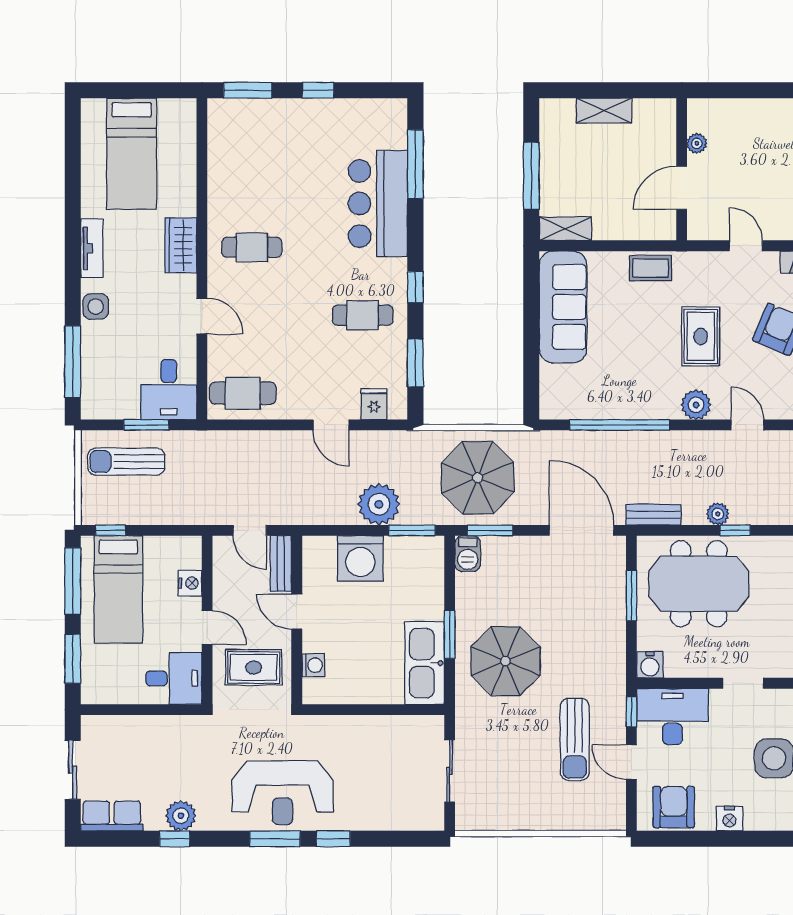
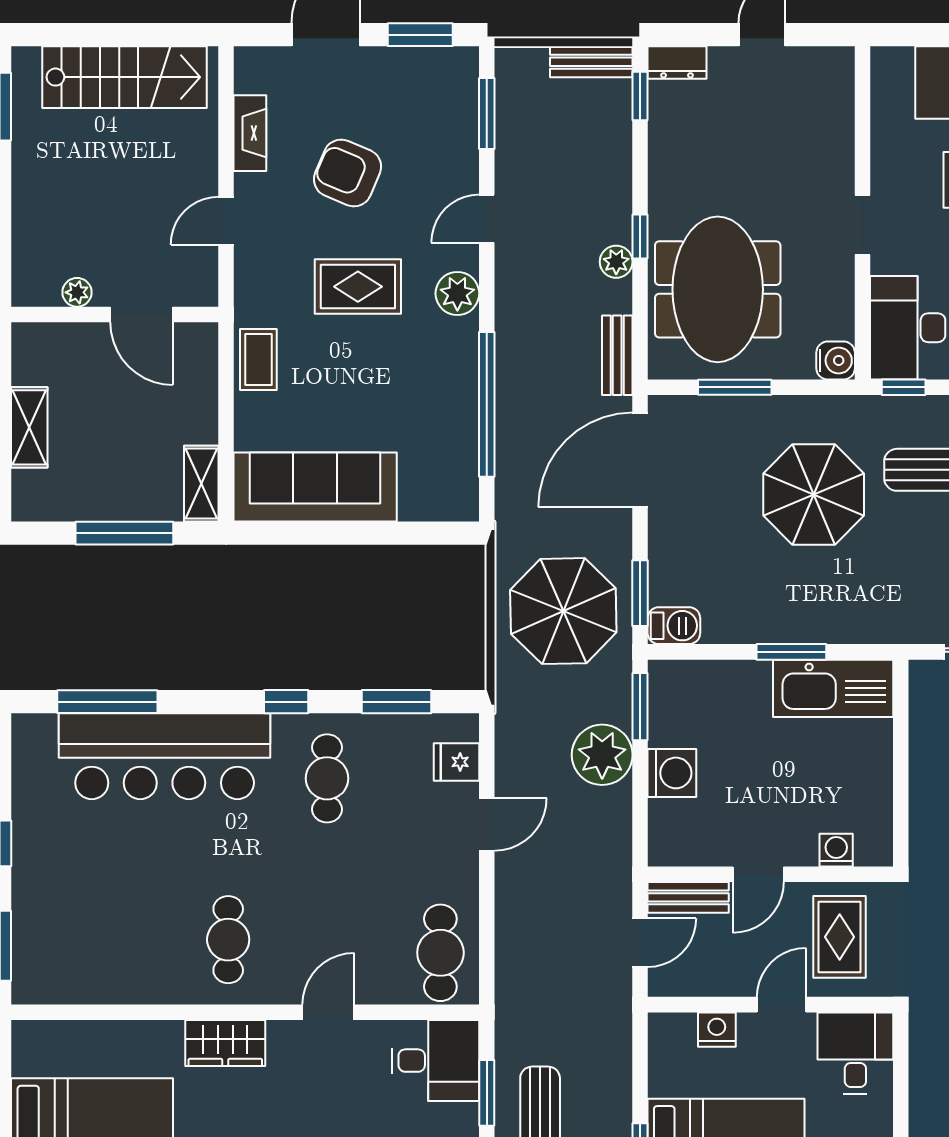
bar counter: (378, 204) -> (165, 756), width x1.36
washing machine: (360, 558) -> (672, 773), width x0.73, depth x0.73
parasol: (506, 661) -> (814, 494), moved

